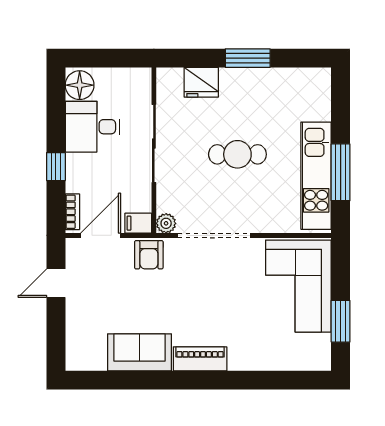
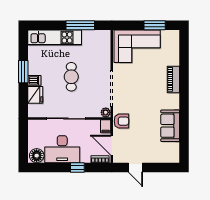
dishwasher: (230, 80) -> (34, 80), added
desk: (93, 127) -> (62, 149), width x1.37
kitchen unit: (316, 176) -> (55, 37), moved
piano: (200, 359) -> (173, 79), moved

